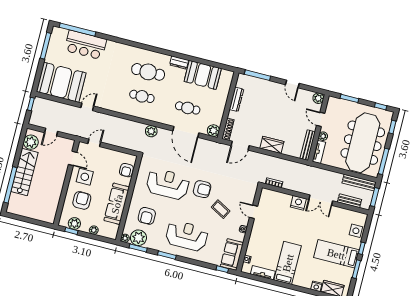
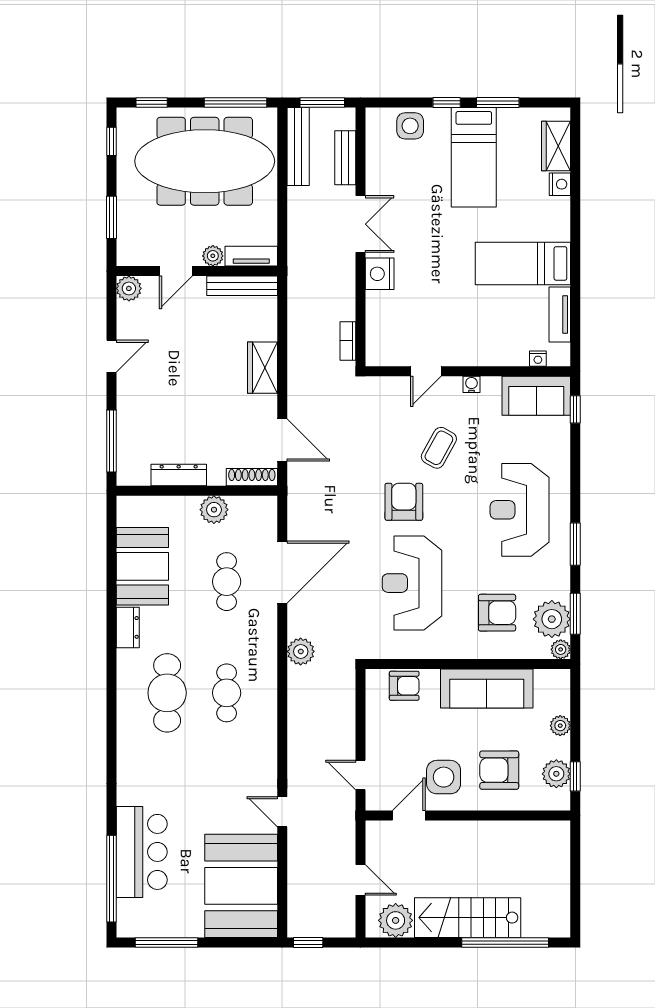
plant: (213, 131) -> (214, 510), moved

